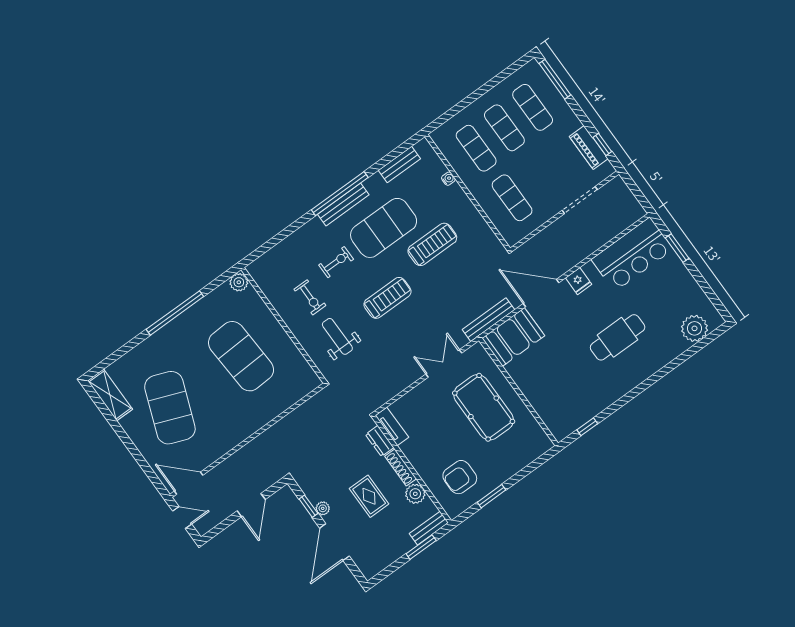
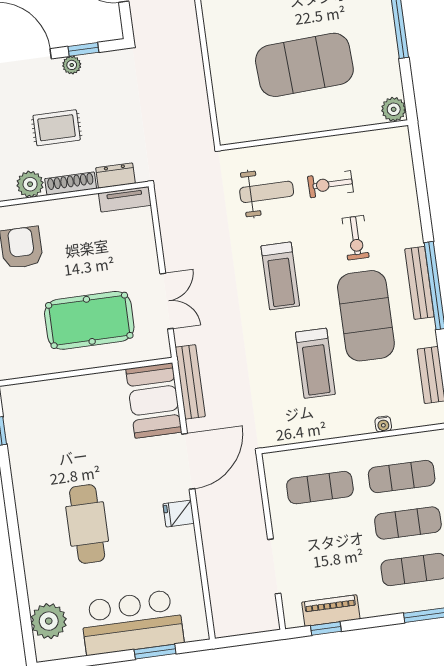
bar counter: (632, 254) -> (132, 622), moved, turned 90

